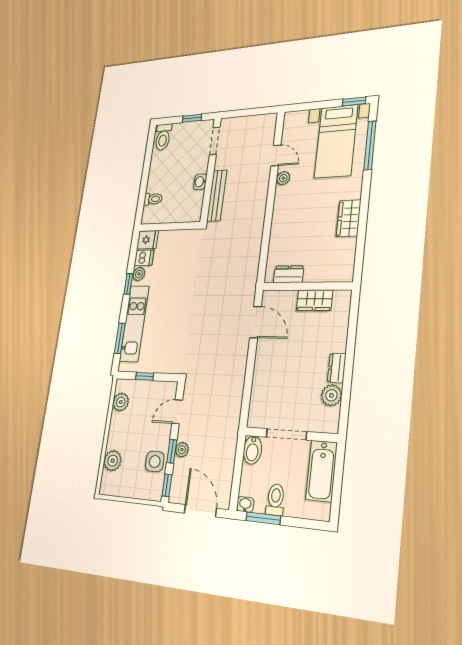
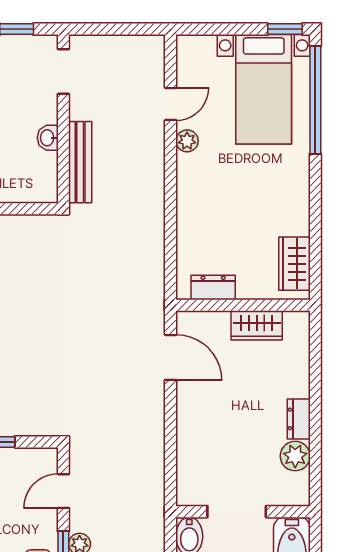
window: (370, 145) -> (315, 100), width x1.46
door: (276, 155) -> (171, 104), hinge flipped
wardrobe: (349, 218) -> (294, 264), moved

